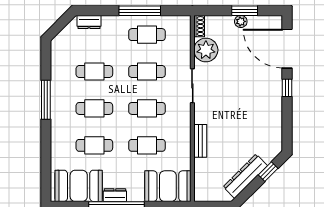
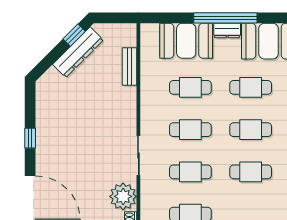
window: (287, 88) -> (30, 138), moved
bench: (200, 141) -> (129, 66), moved
window: (268, 172) -> (74, 35), moved
booth: (168, 186) -> (186, 41), moved

